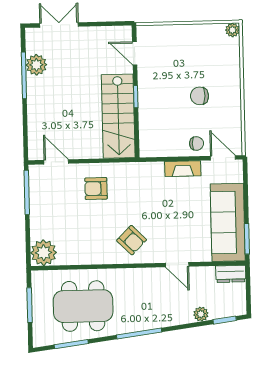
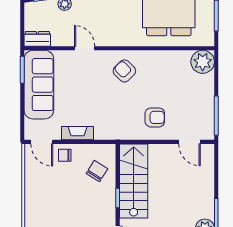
chair: (200, 96) -> (97, 171), moved, turned -59

